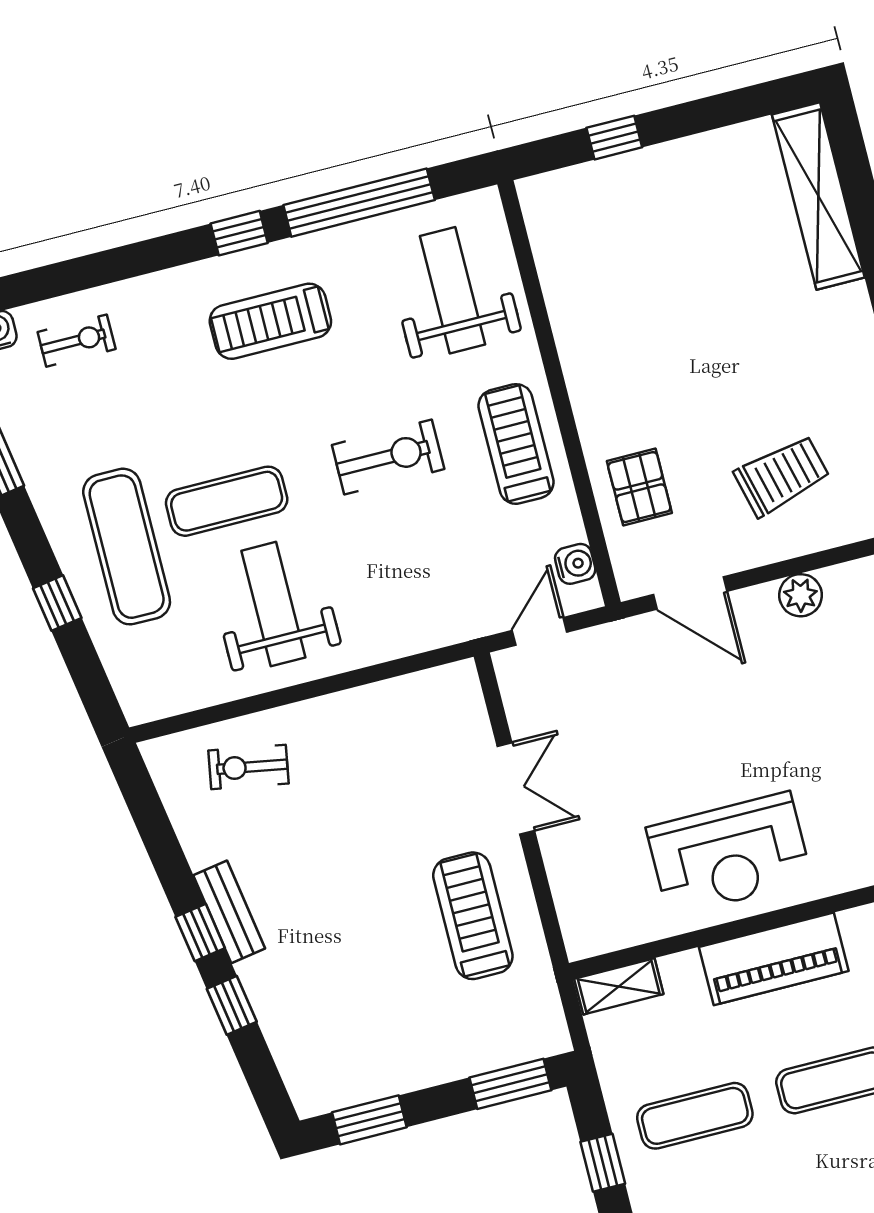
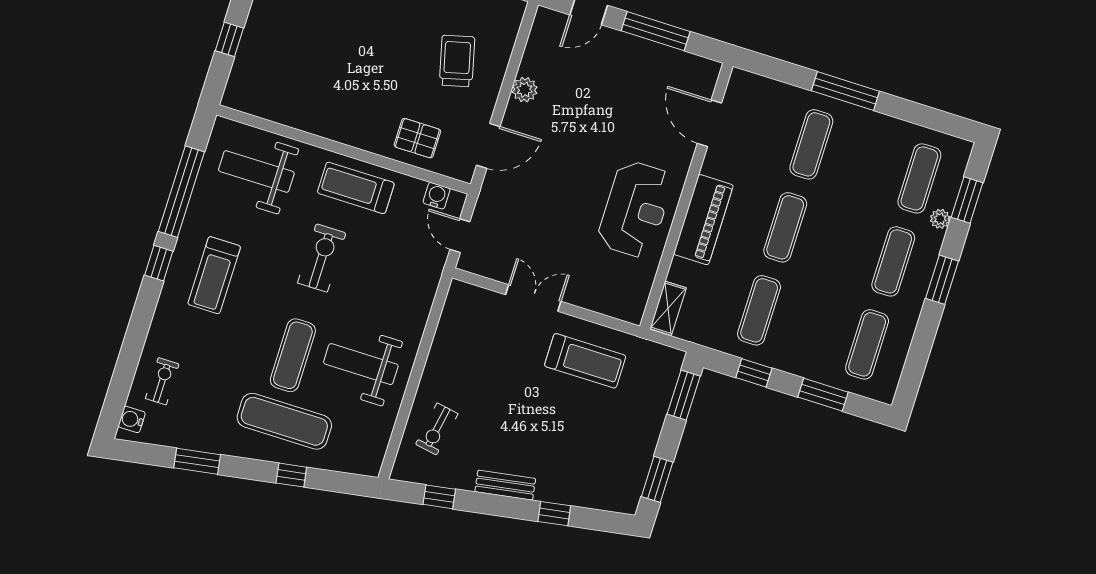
treadmill: (473, 916) -> (585, 361), turned 180
window: (200, 932) -> (439, 497), moved

